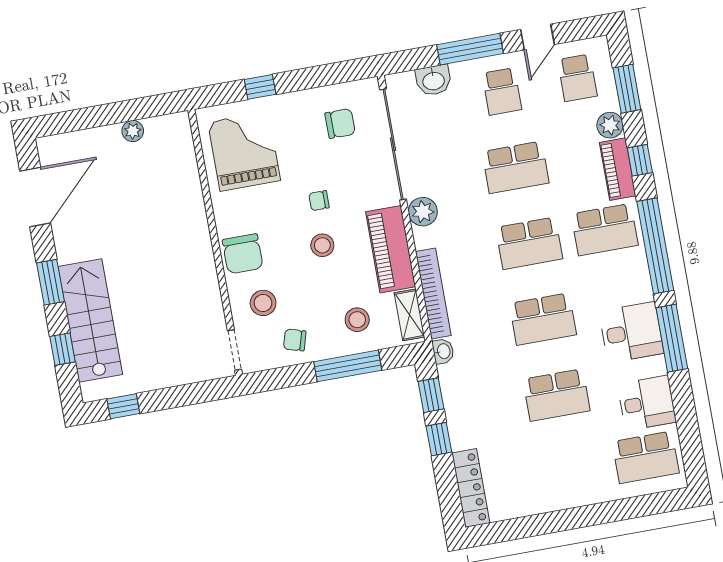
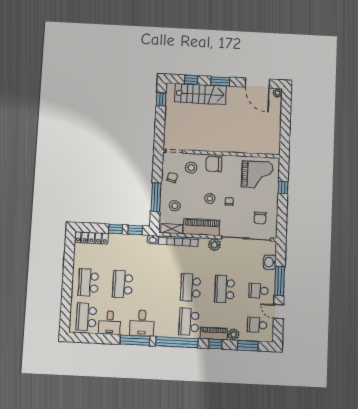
plant: (133, 131) -> (278, 93), moved
school desk: (543, 319) -> (88, 282), moved

